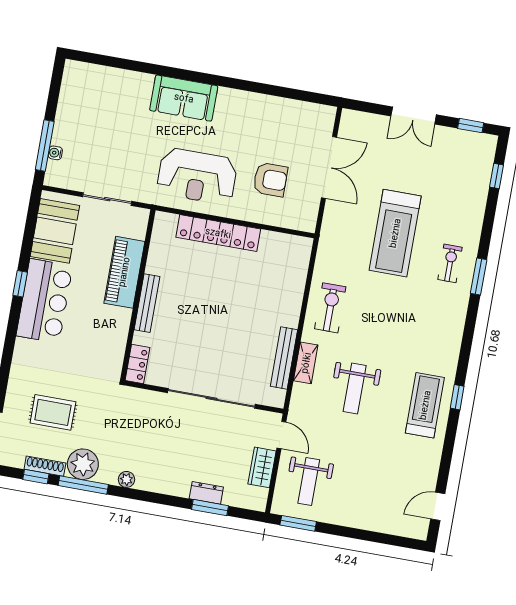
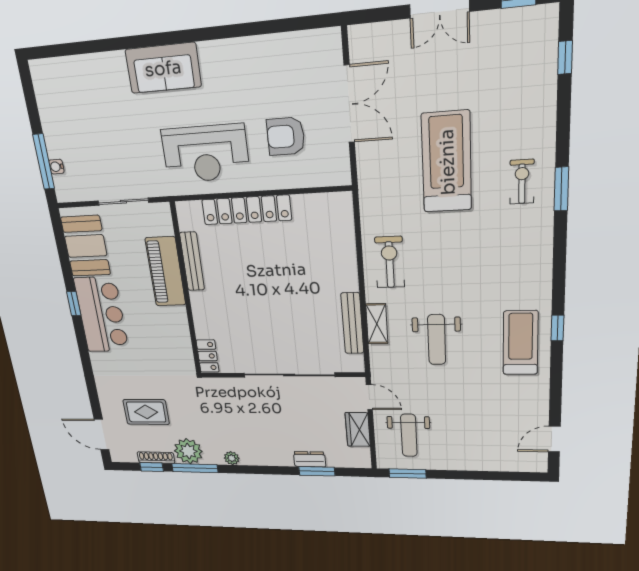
armchair: (270, 180) -> (286, 136), turned 180
treadmill: (395, 233) -> (447, 162), turned 180
bench: (147, 303) -> (192, 261), moved

